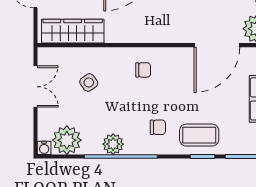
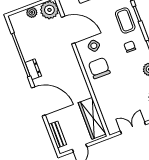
chair: (143, 70) -> (99, 68), width x1.87, depth x1.87
side table: (89, 83) -> (94, 46), moved

